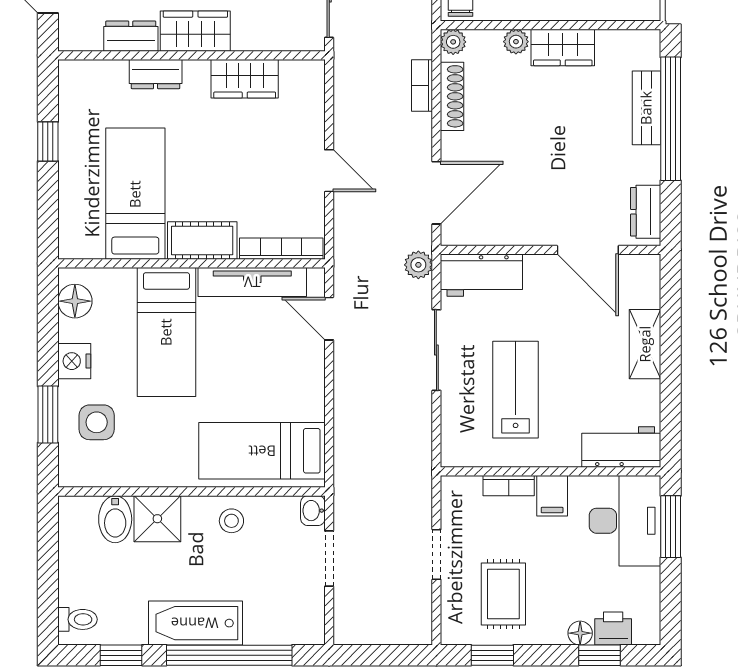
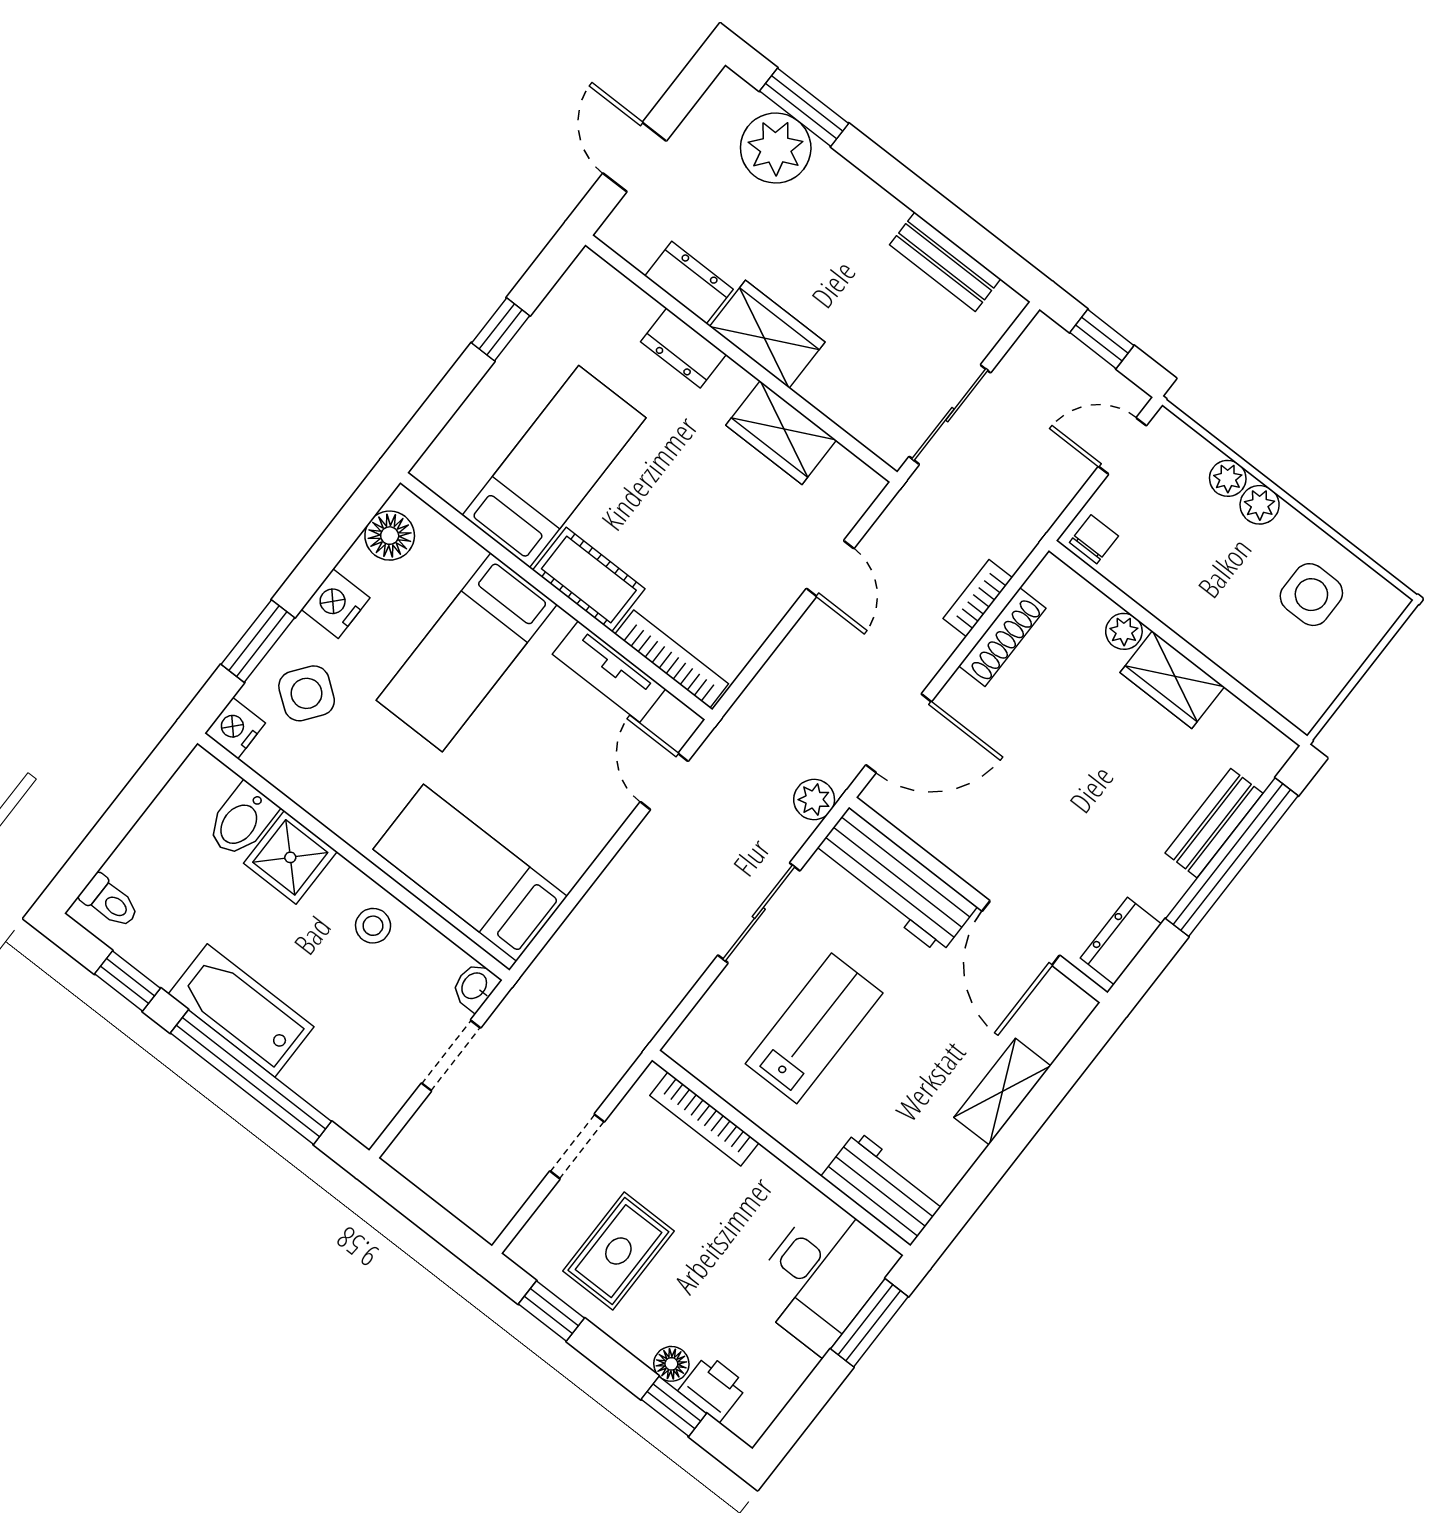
plant: (453, 42) -> (1052, 576), removed
door: (329, 171) -> (830, 568), moved
workbench: (481, 275) -> (895, 881), width x1.37
tv unit: (252, 282) -> (609, 671), width x0.71
side table: (97, 422) -> (307, 693), turned 37
nightstand: (72, 472) -> (235, 728), added
bookcase: (509, 486) -> (704, 1119), width x1.56
filing cabinet: (552, 496) -> (761, 1182), removed

